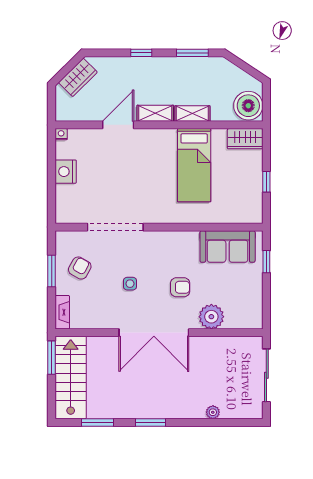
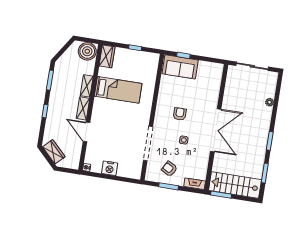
sofa: (228, 246) -> (180, 67), moved, turned 90
armchair: (180, 287) -> (180, 114), moved
plant: (211, 317) -> (212, 94), removed

